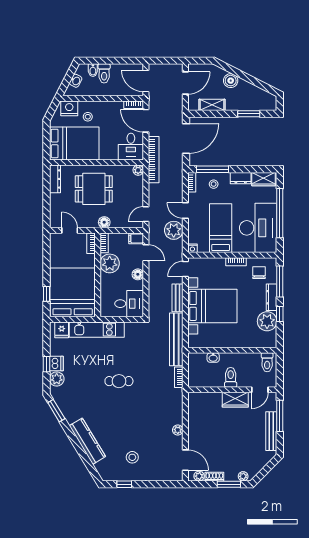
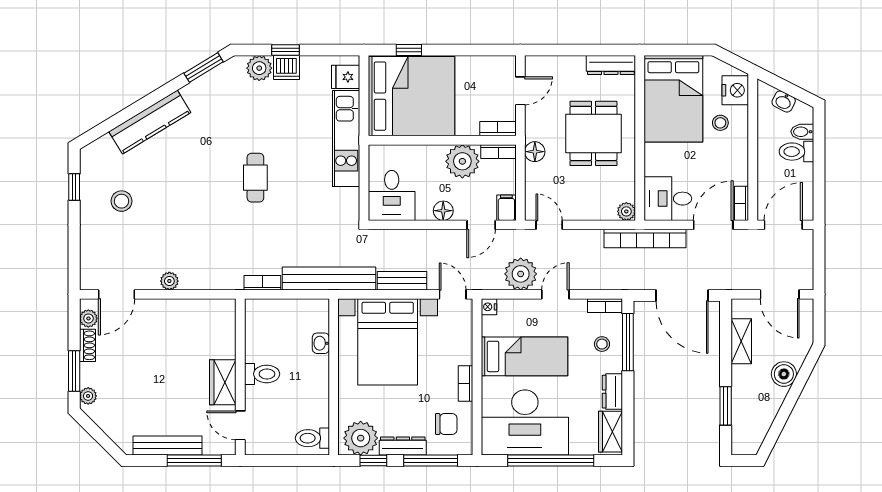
wall: (232, 350) -> (334, 377), moved
washbasin: (213, 358) -> (321, 343), moved
toilet: (267, 362) -> (312, 438), moved

